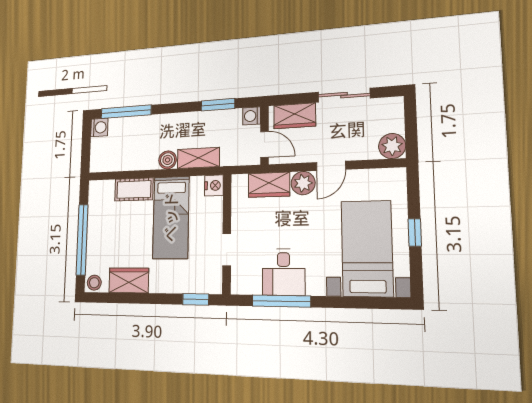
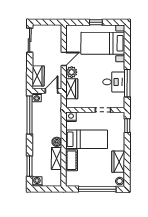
sliding door: (344, 95) -> (30, 40), moved
window: (218, 105) -> (30, 115), width x2.11
window: (126, 112) -> (29, 166), width x0.69
plant: (392, 146) -> (56, 31), removed
shelving: (198, 158) -> (56, 158), moved
door: (331, 166) -> (64, 59), hinge flipped

